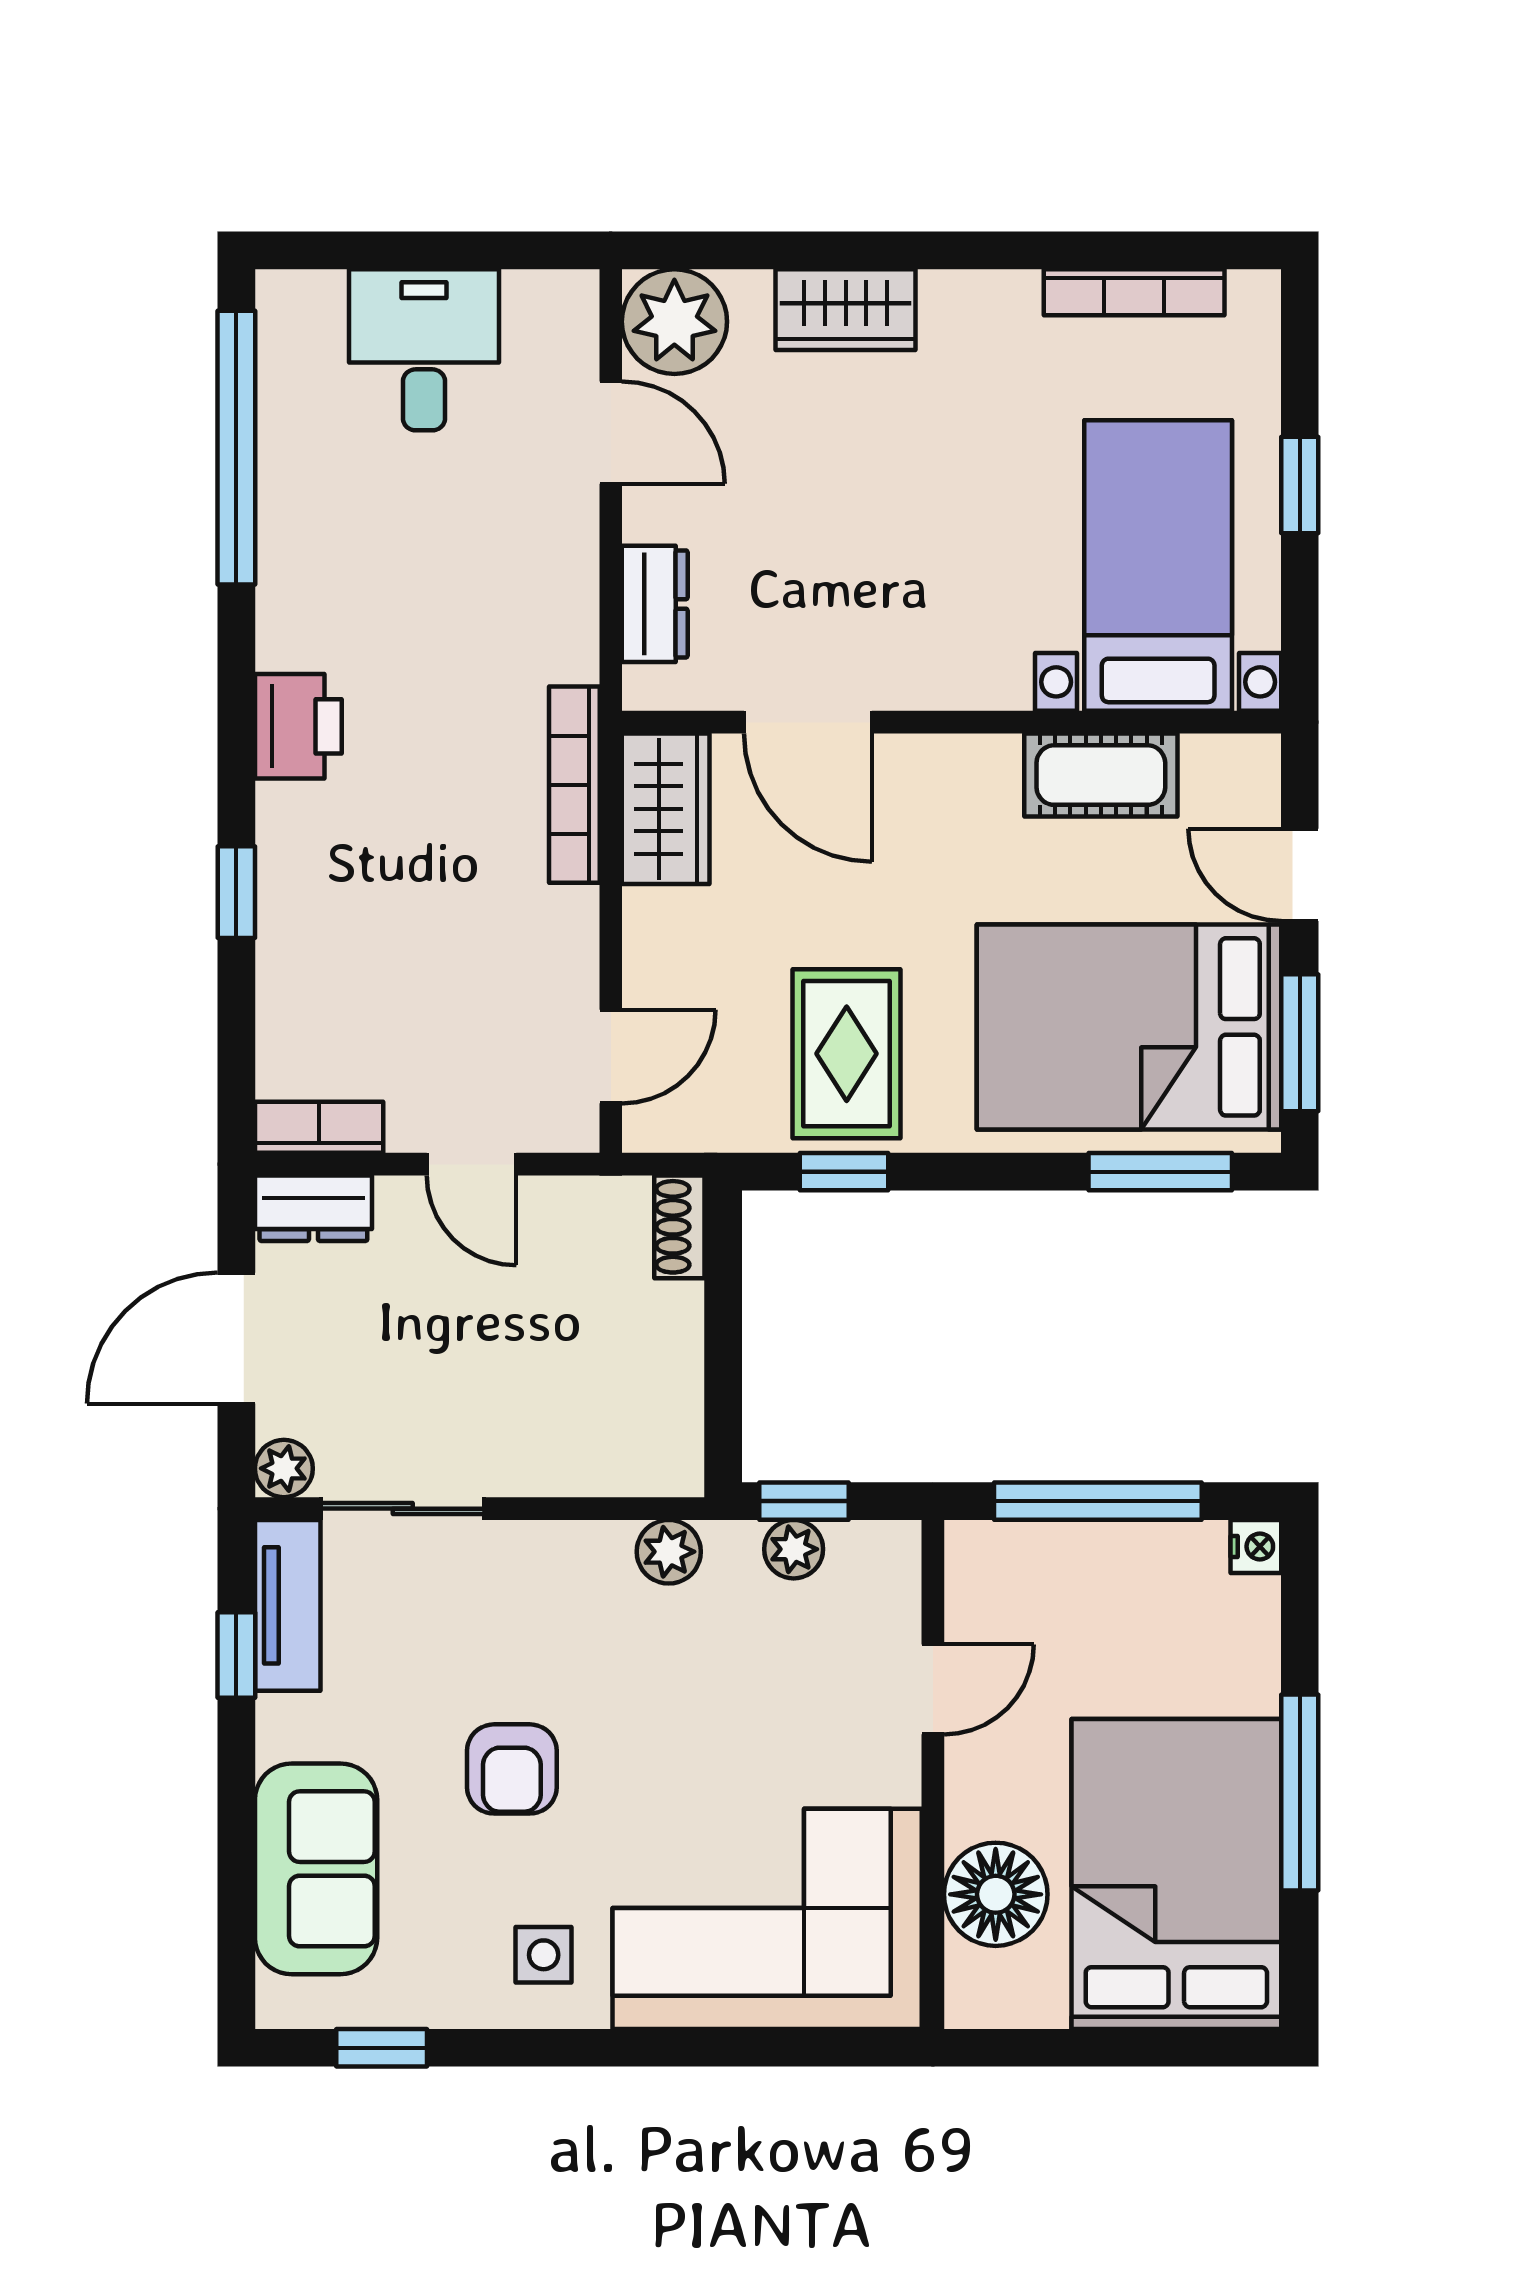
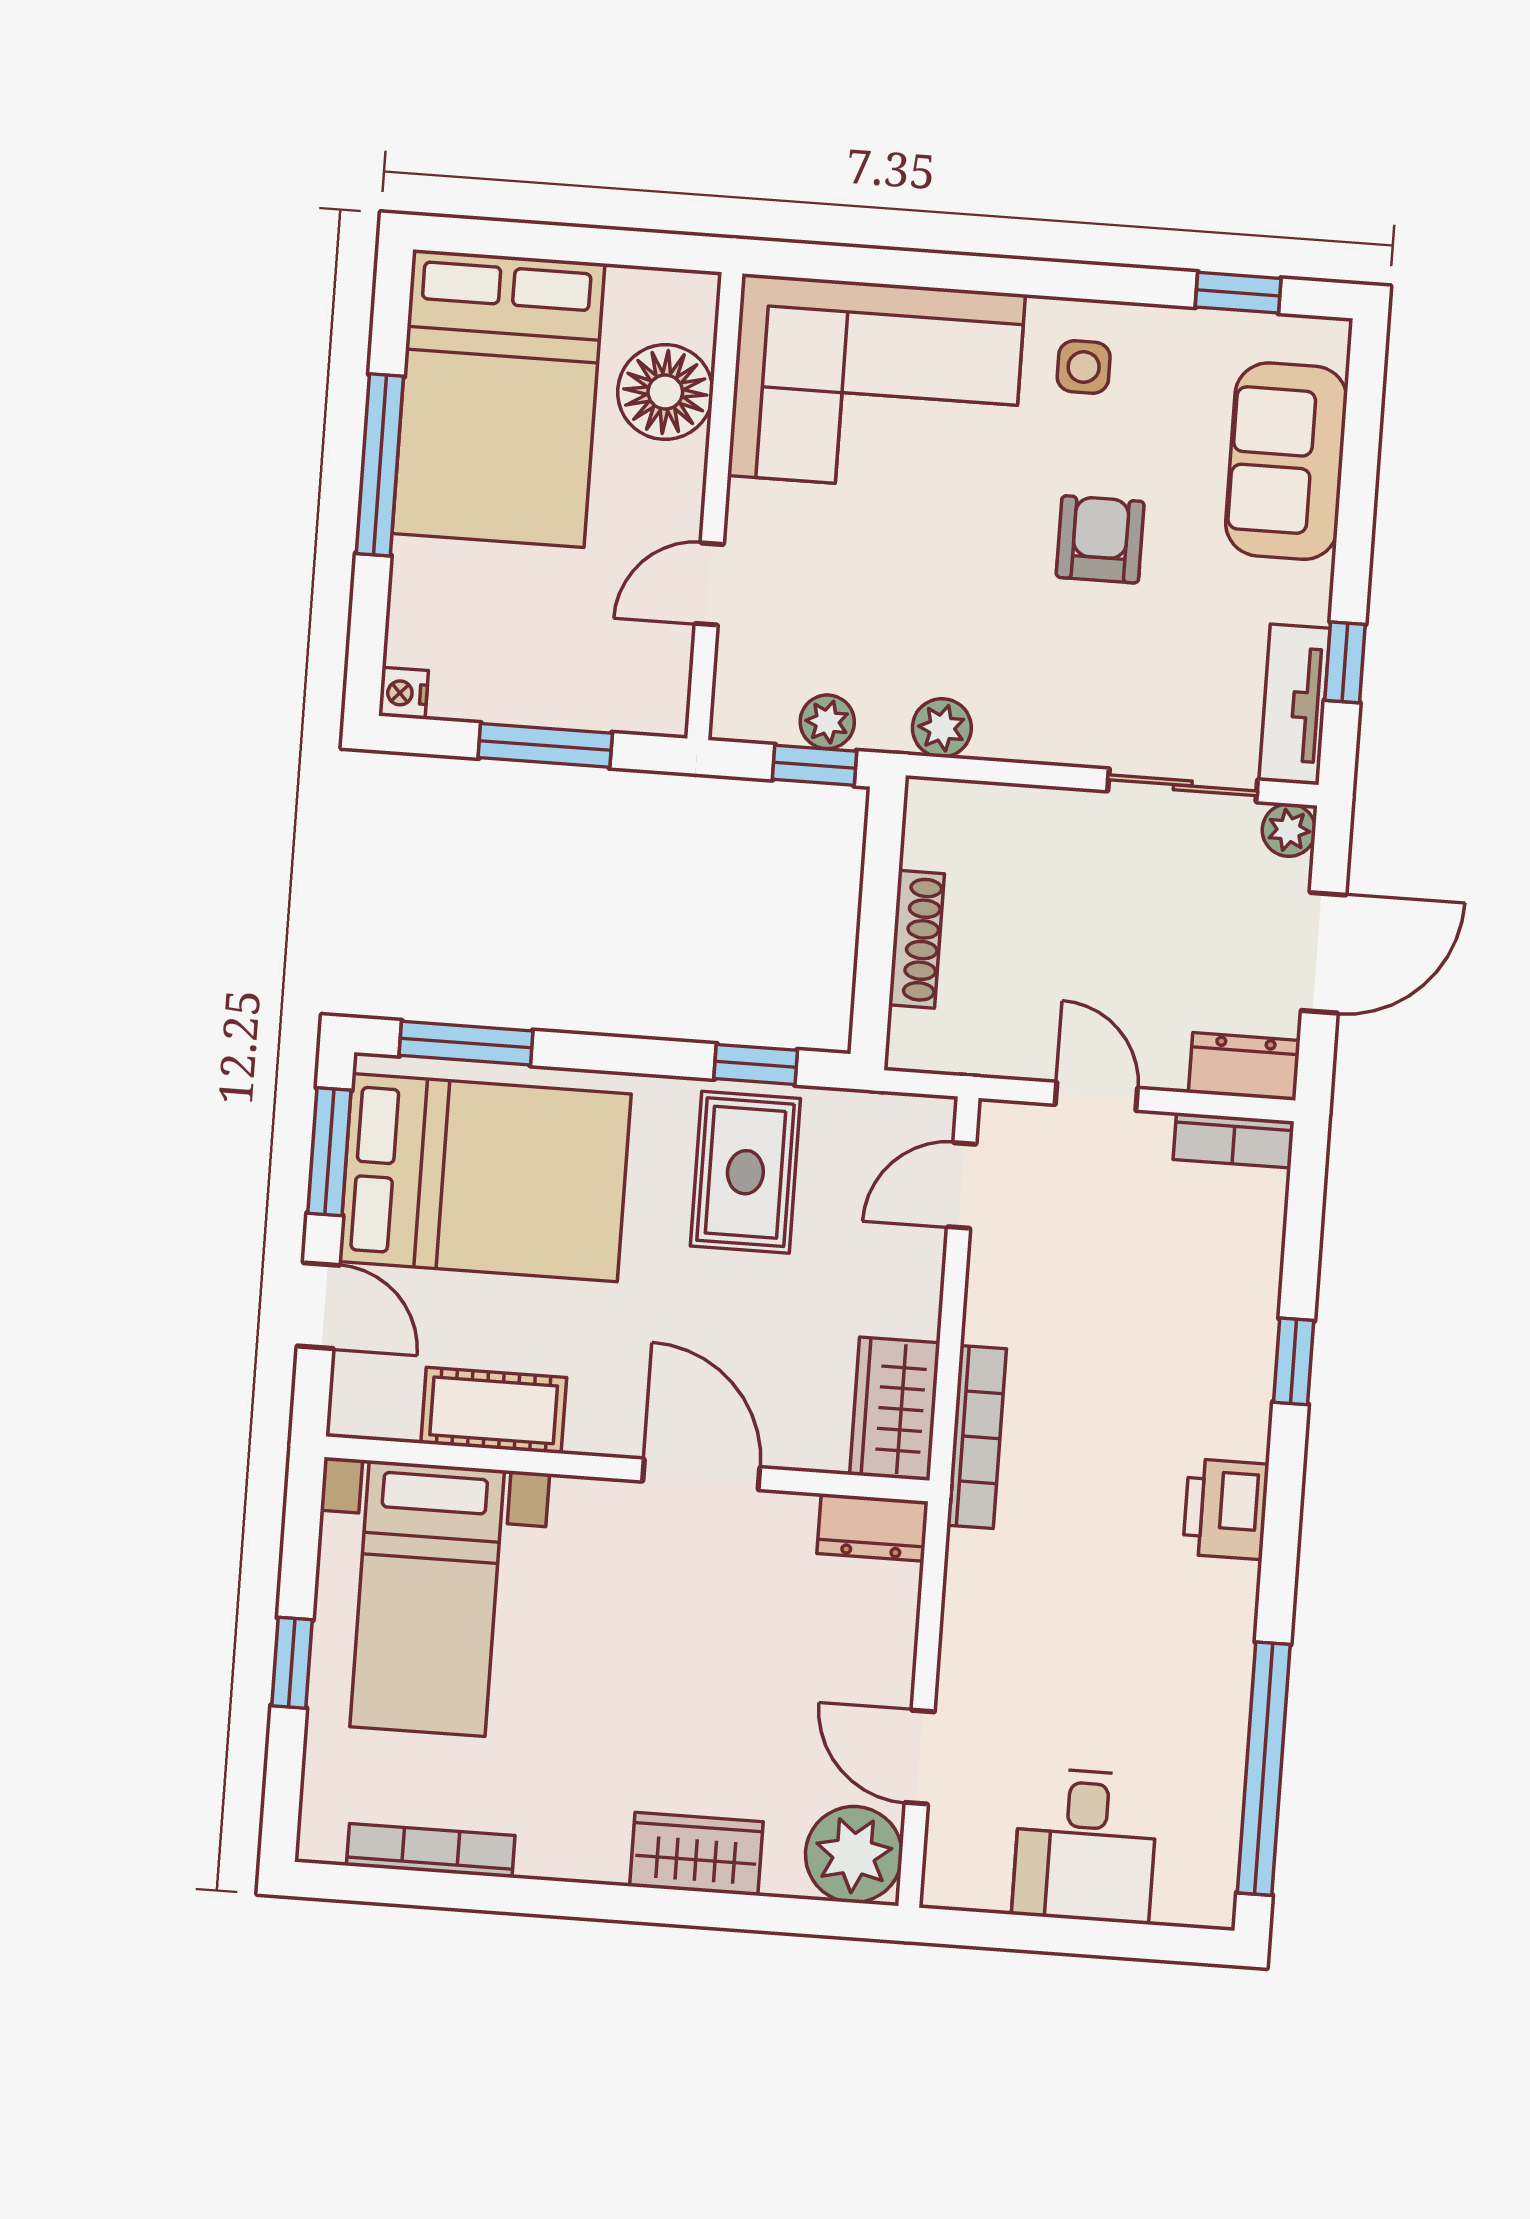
dresser: (655, 604) -> (873, 1527), moved, turned -90
door: (808, 722) -> (701, 1474), moved
shoe rack: (679, 1227) -> (917, 939), moved, width x1.43
window: (1098, 1501) -> (545, 745), width x0.69

